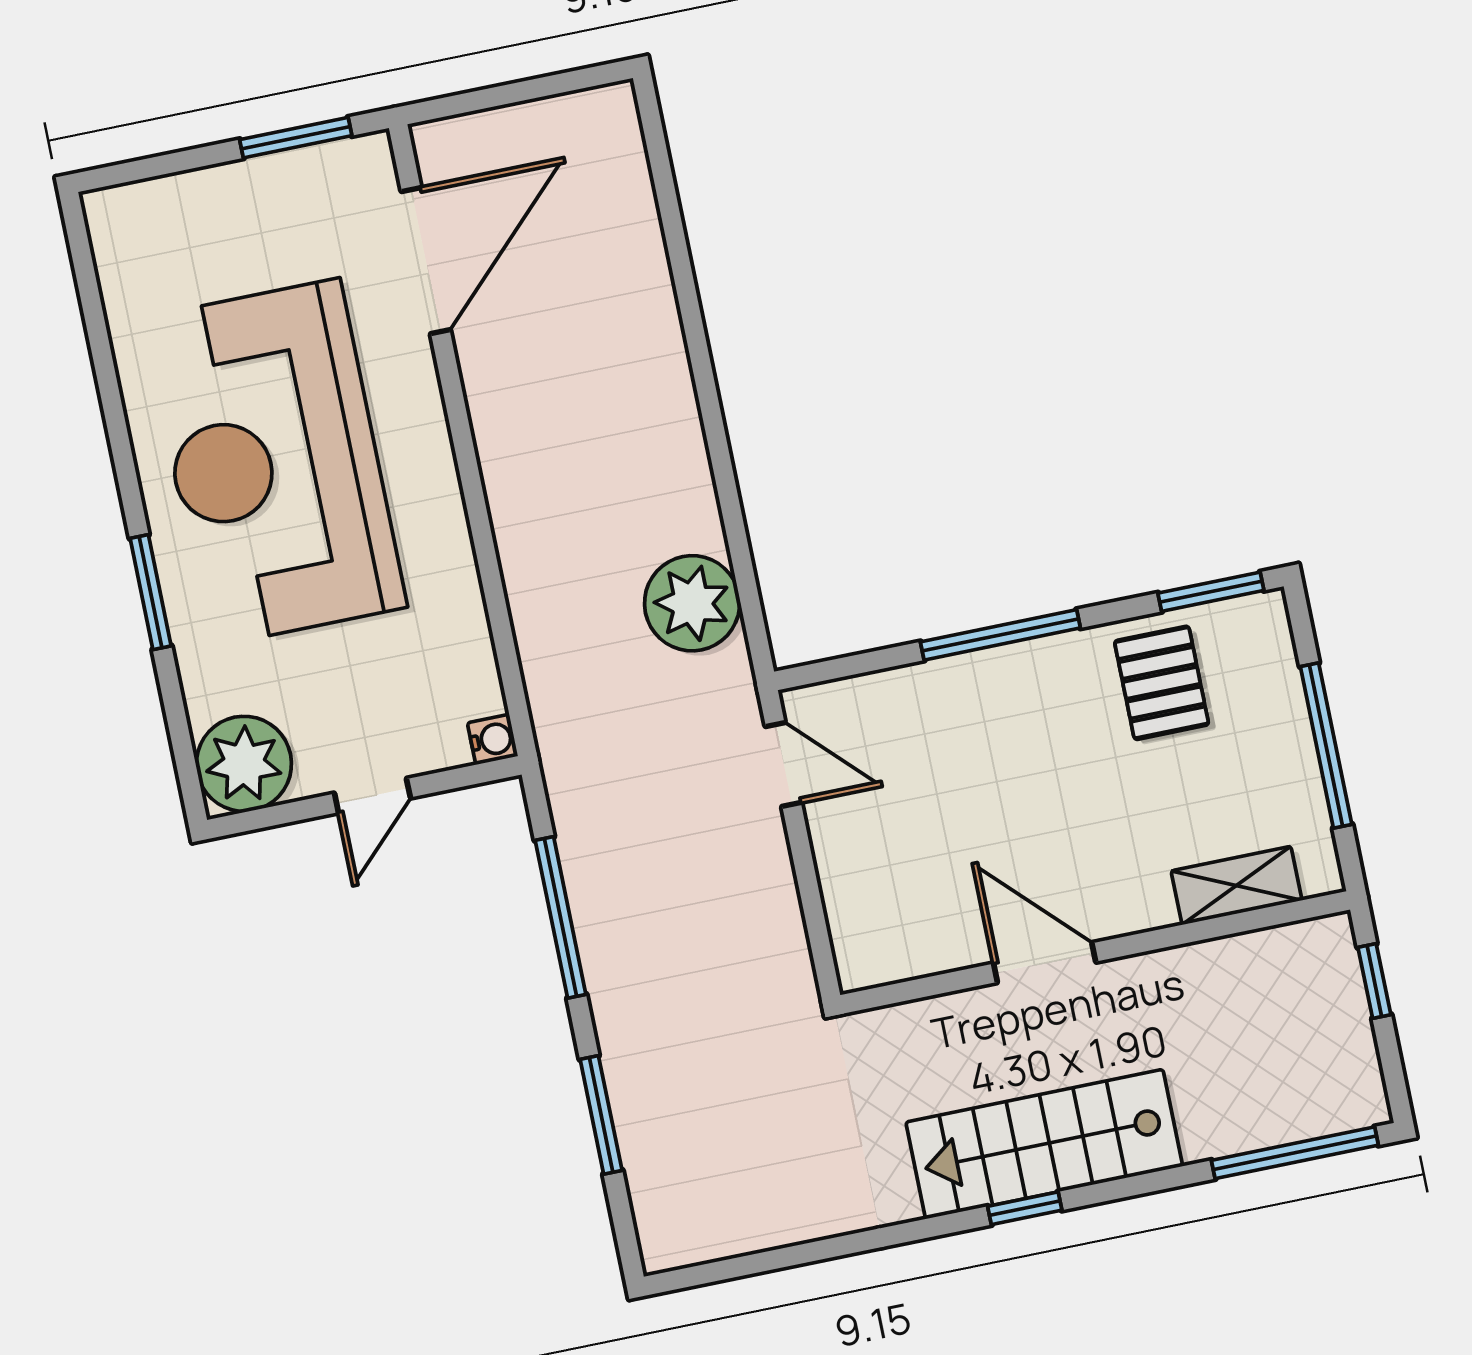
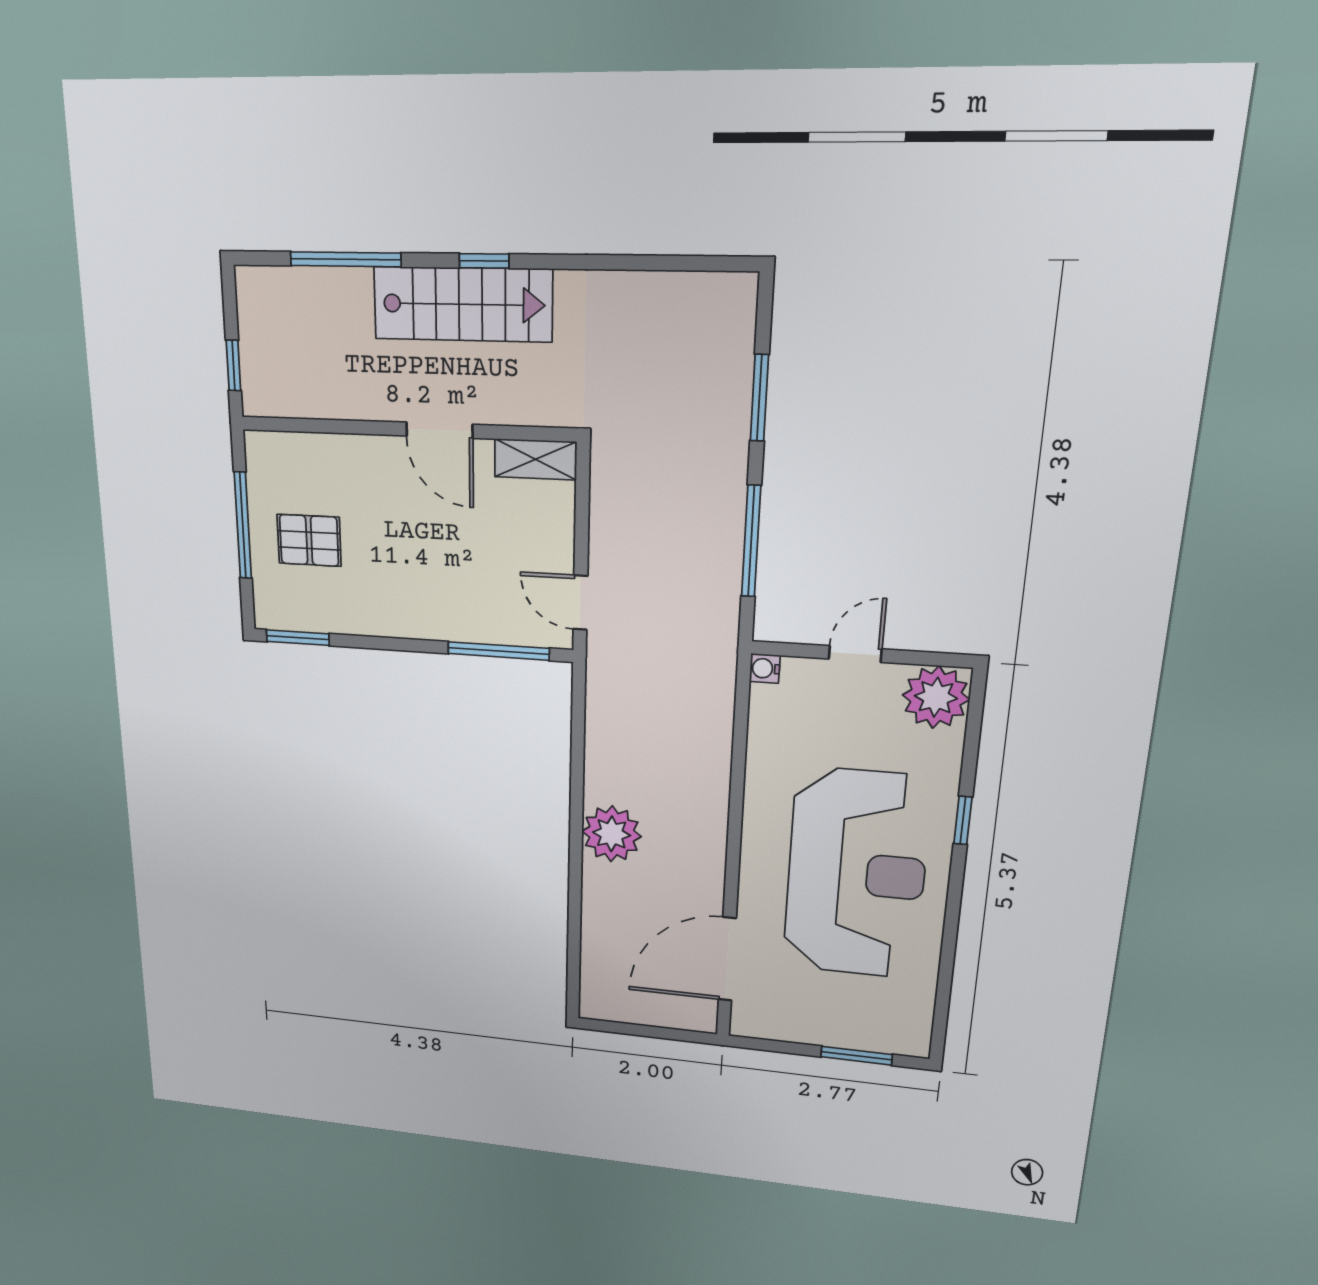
window: (296, 138) -> (856, 1056), moved
window: (151, 592) -> (963, 820), width x0.67
plant: (692, 603) -> (612, 834), moved
window: (1000, 635) -> (498, 651), moved
pallet: (1162, 683) -> (309, 540), moved, turned 90
shelving: (1236, 886) -> (536, 459), moved
window: (1295, 1153) -> (345, 259), moved

